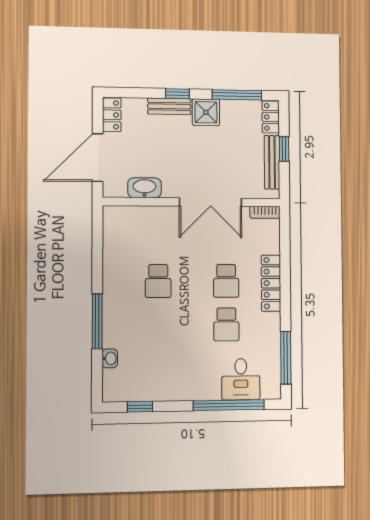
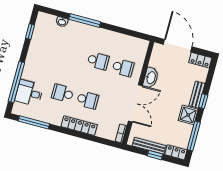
washbasin: (144, 188) -> (151, 78), moved
double door: (211, 202) -> (135, 103), swing flipped
school desk: (158, 237) -> (123, 68), added
school desk: (158, 281) -> (98, 61), turned 180
school desk: (226, 281) -> (88, 100), turned 180

